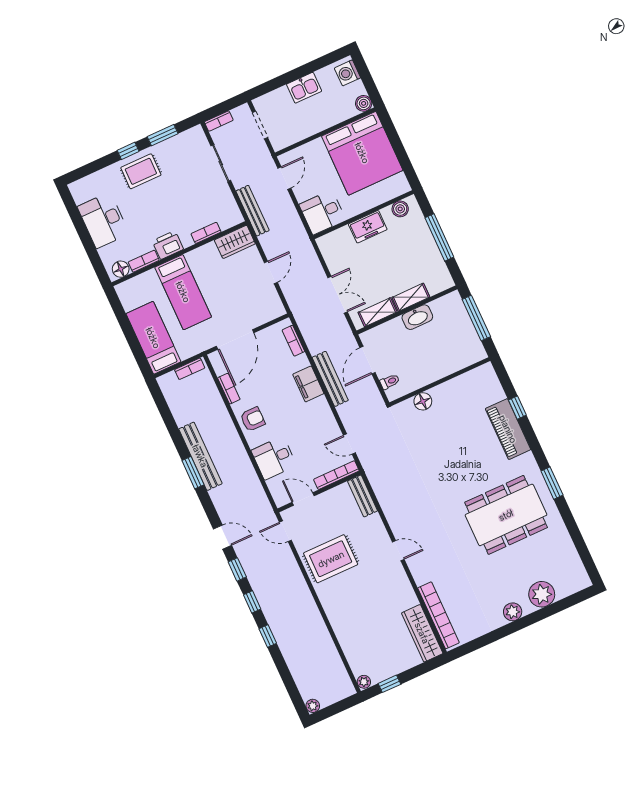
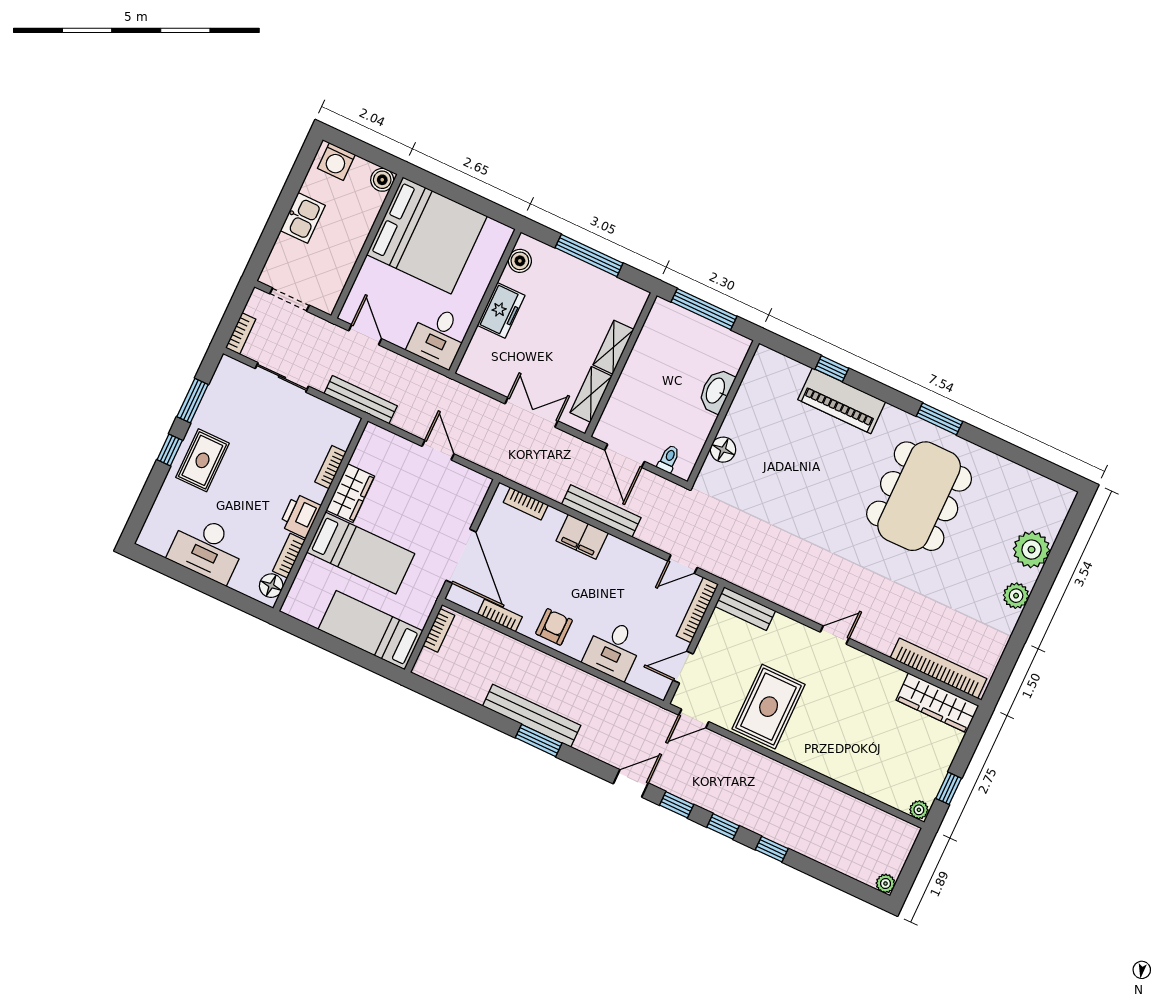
wardrobe: (235, 242) -> (350, 493), moved
washbasin: (417, 317) -> (716, 391), moved, turned 180

